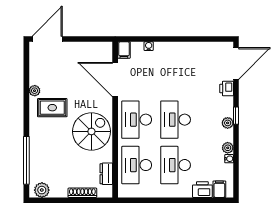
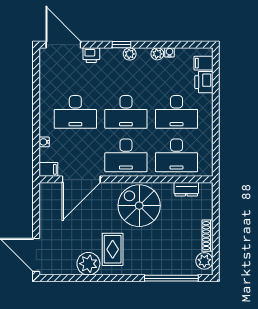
desk: (176, 74) -> (75, 112), added
plant: (35, 91) -> (88, 264), width x1.88, depth x1.88
shoe rack: (82, 193) -> (207, 236), moved

